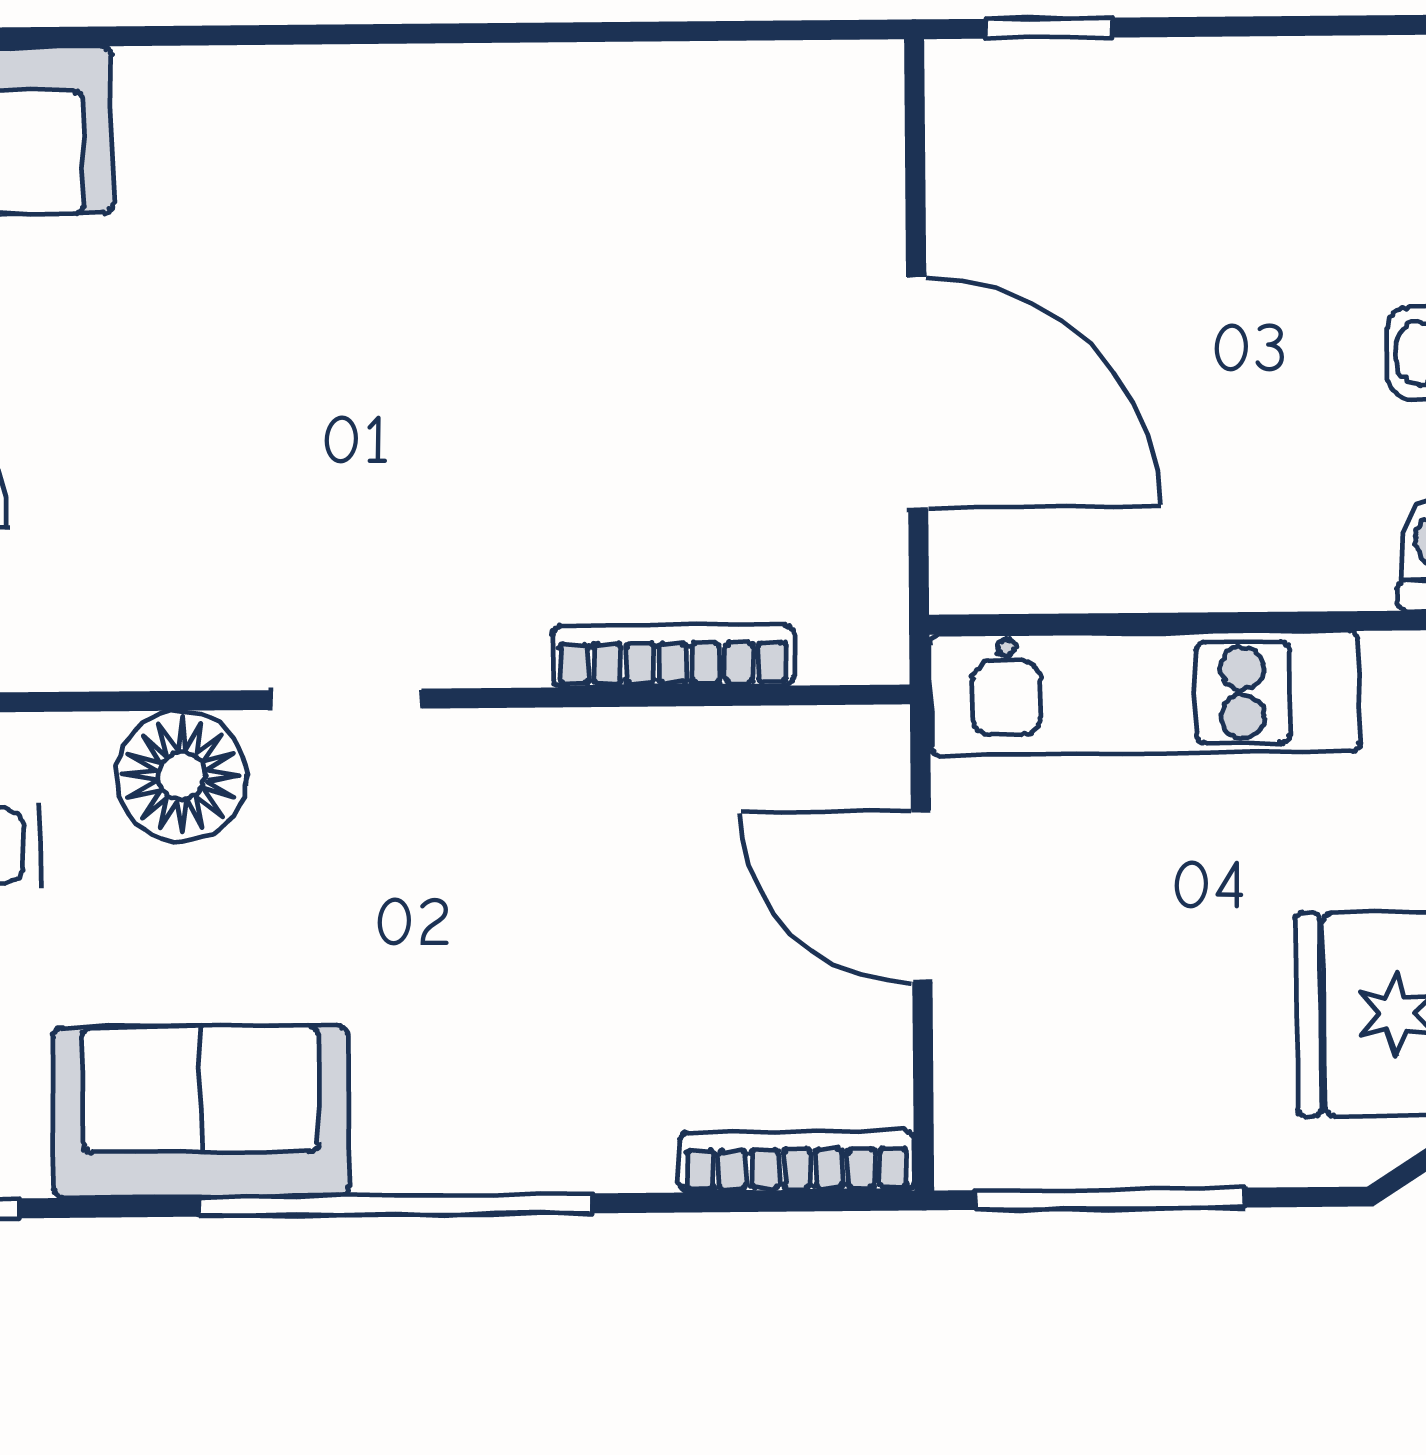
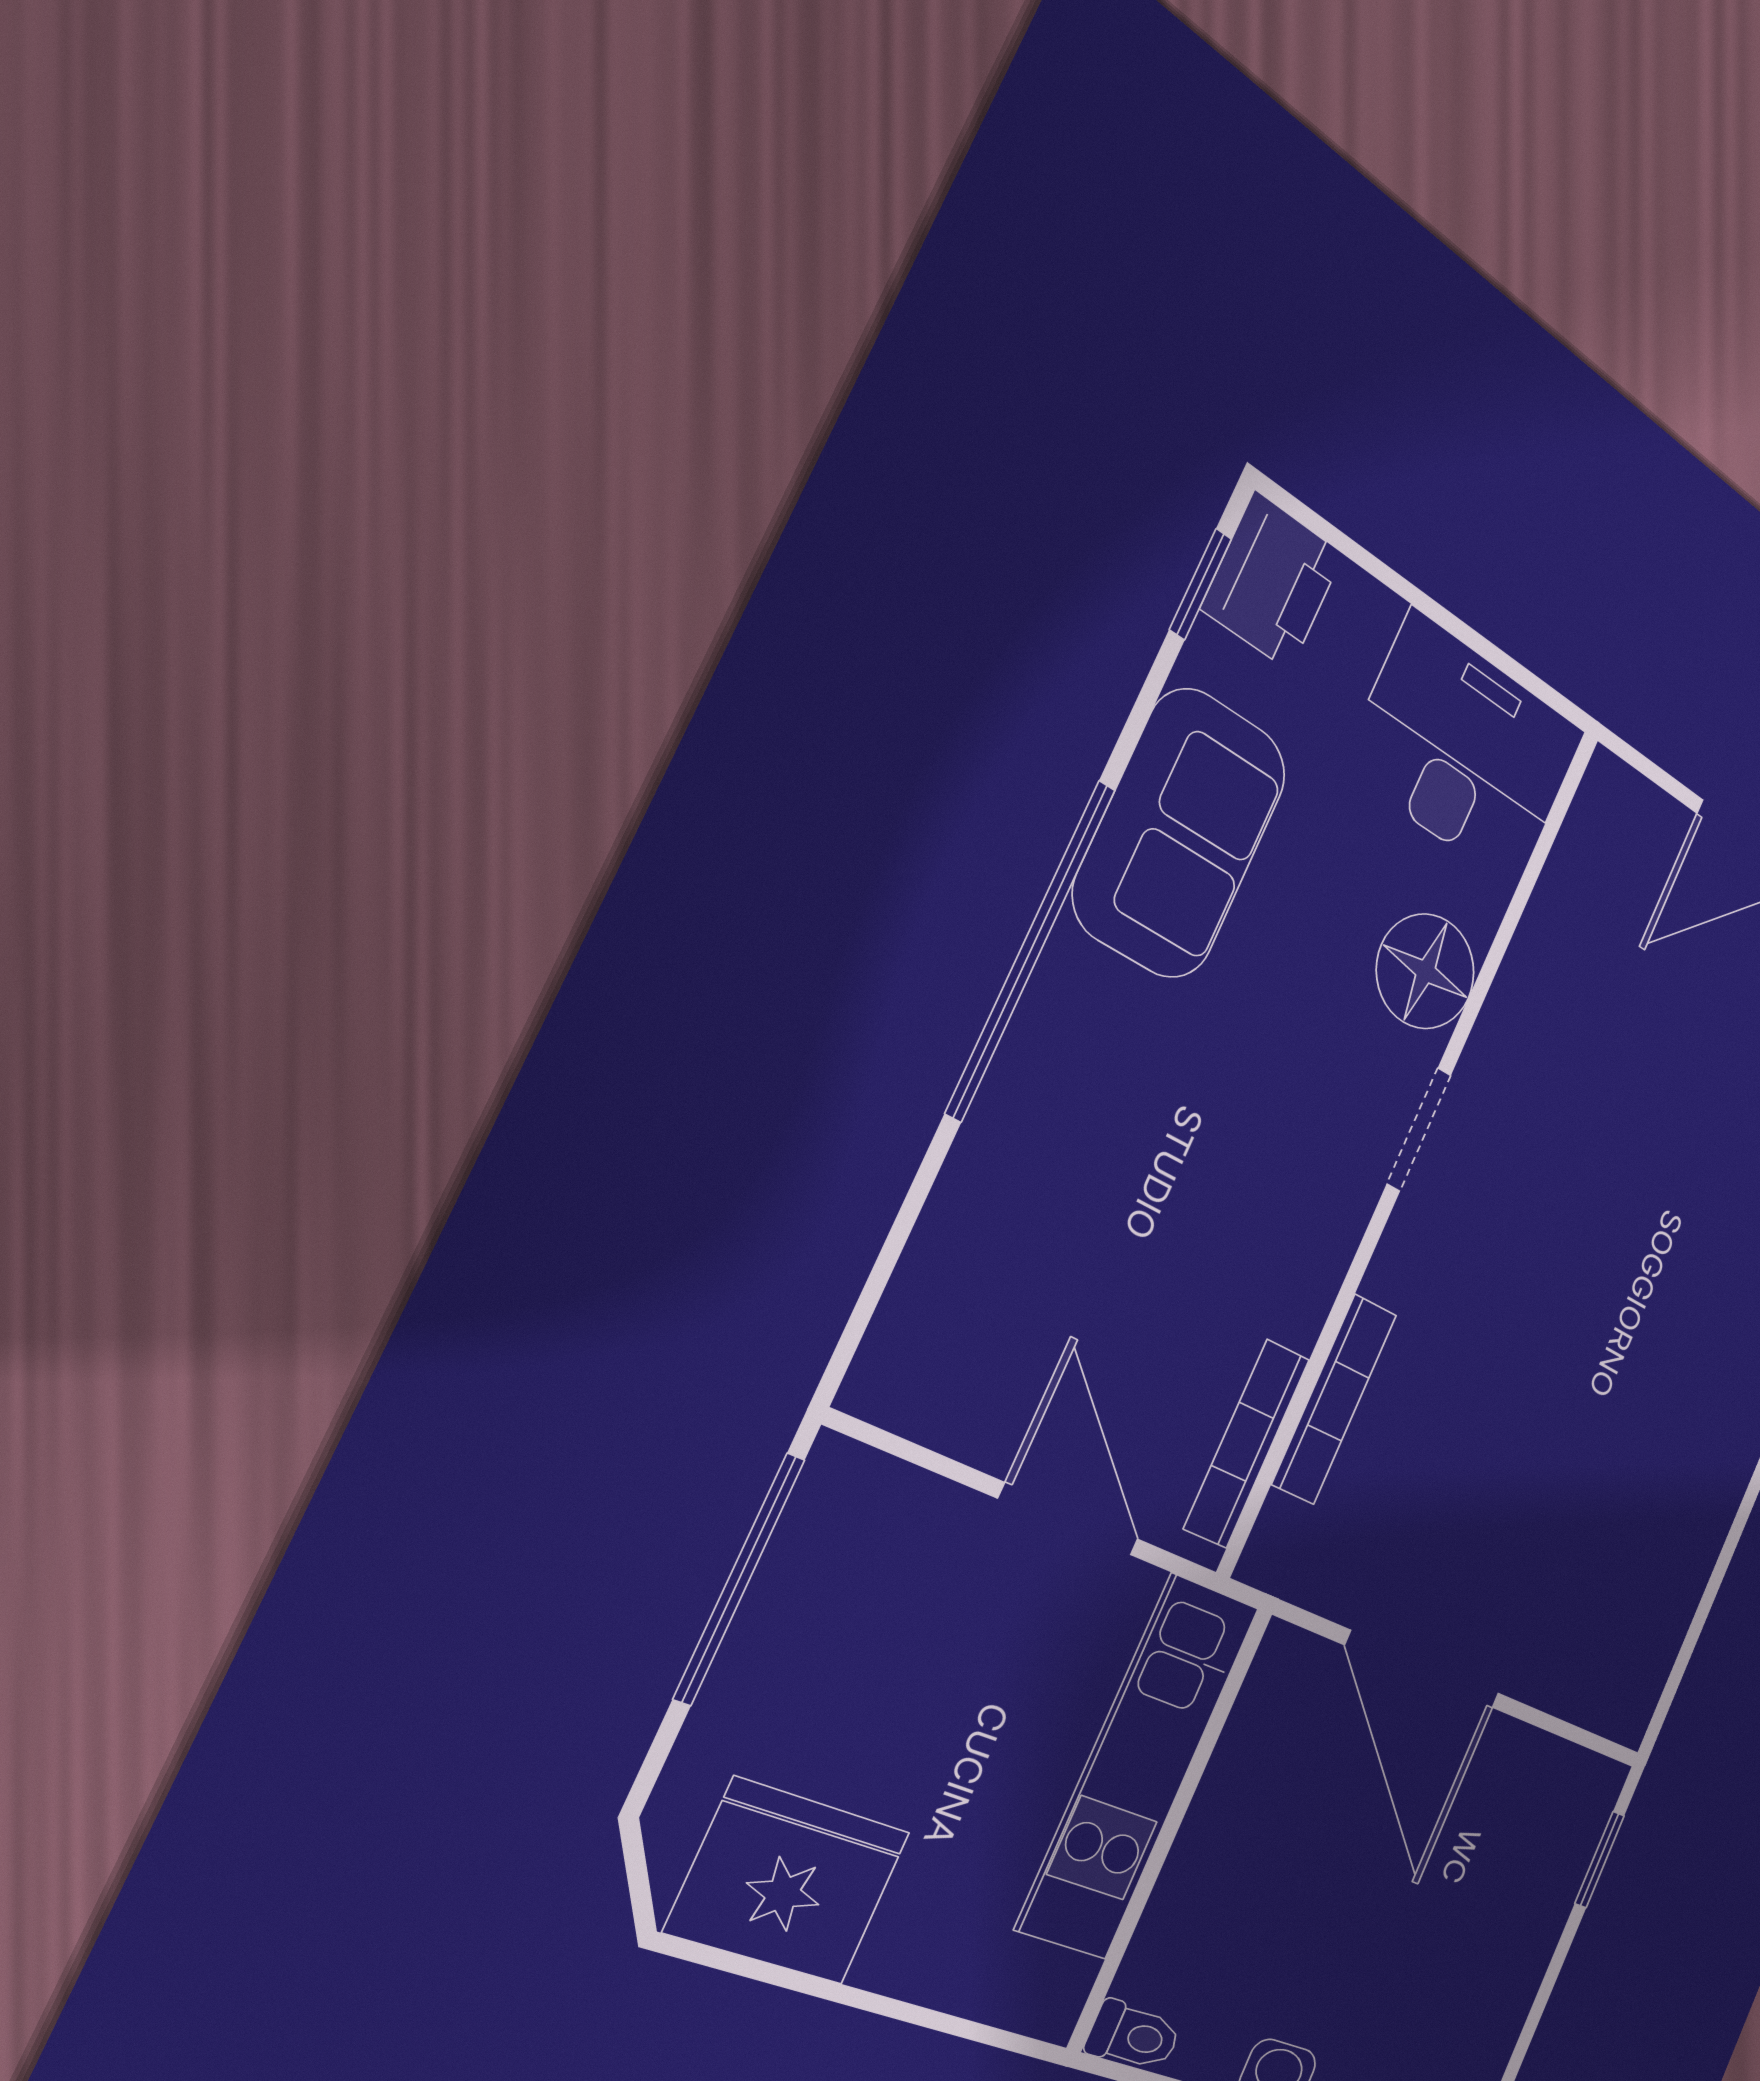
door: (917, 393) -> (1423, 1670), hinge flipped
door: (922, 896) -> (1069, 1519), hinge flipped
bookcase: (797, 1162) -> (1247, 1444), moved, turned 180

